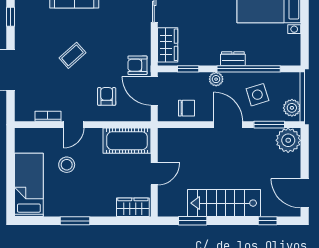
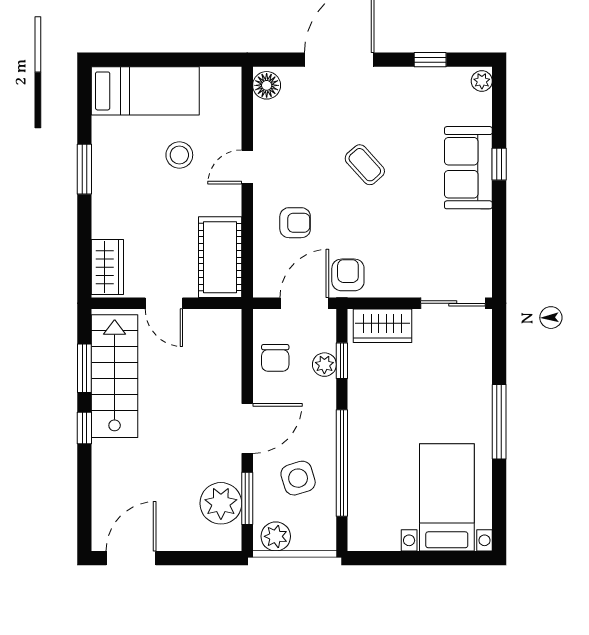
dresser: (233, 59) -> (359, 437), removed
plant: (216, 79) -> (324, 365), moved
floor lamp: (26, 113) -> (267, 85), added
bookcase: (48, 116) -> (262, 123), removed
door: (74, 125) -> (247, 167), hinge flipped
plant: (288, 140) -> (221, 503), moved
stairs: (224, 203) -> (115, 376), moved
window: (268, 221) -> (84, 428), moved

